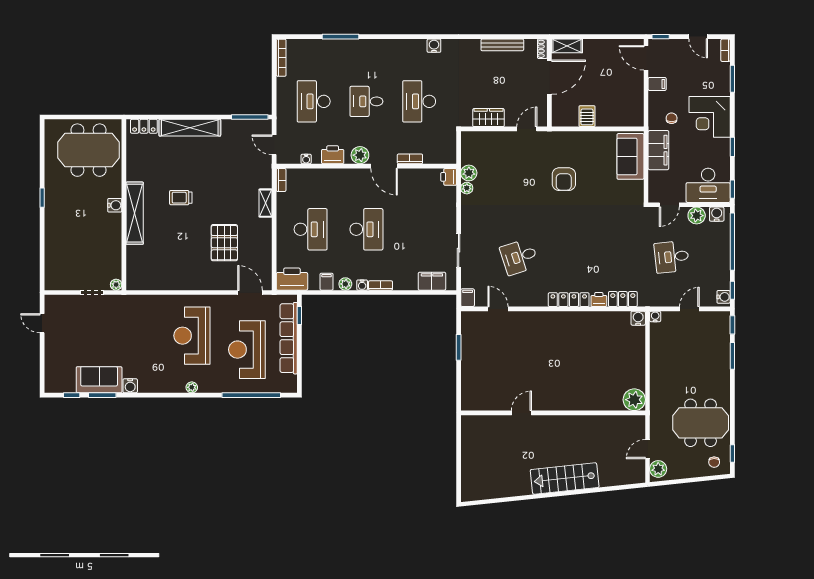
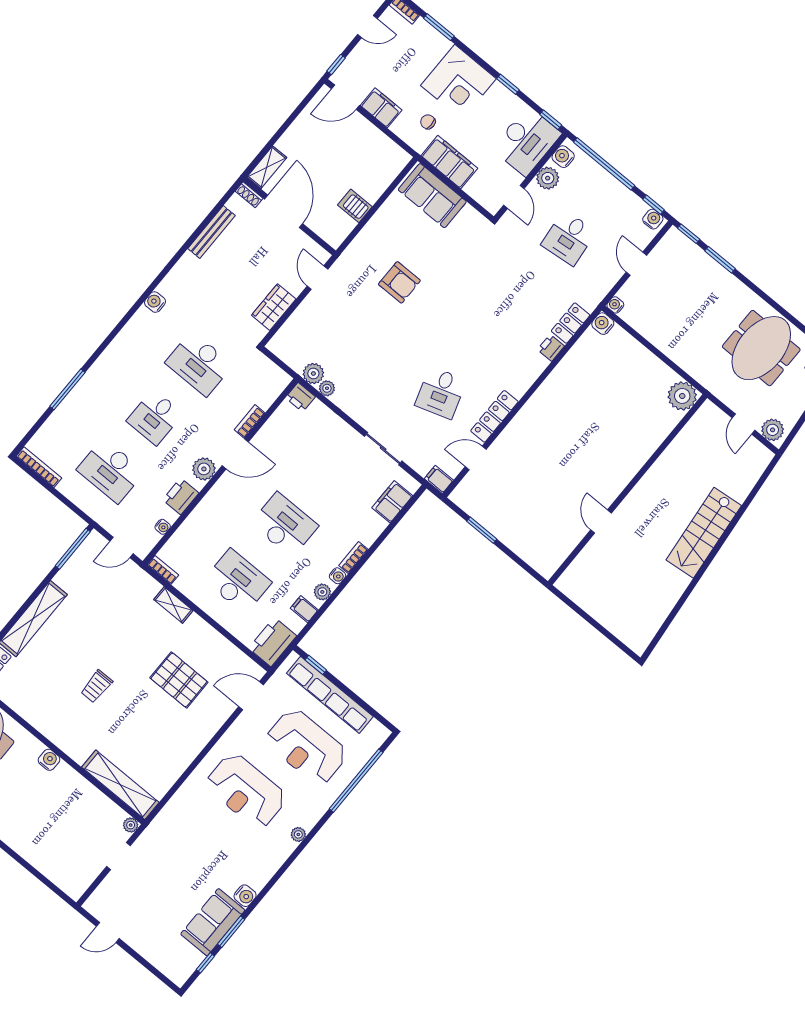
filing cabinet: (657, 84) -> (381, 108), width x2.00
shelving: (135, 213) -> (120, 785), moved
locker: (569, 300) -> (494, 416), moved

